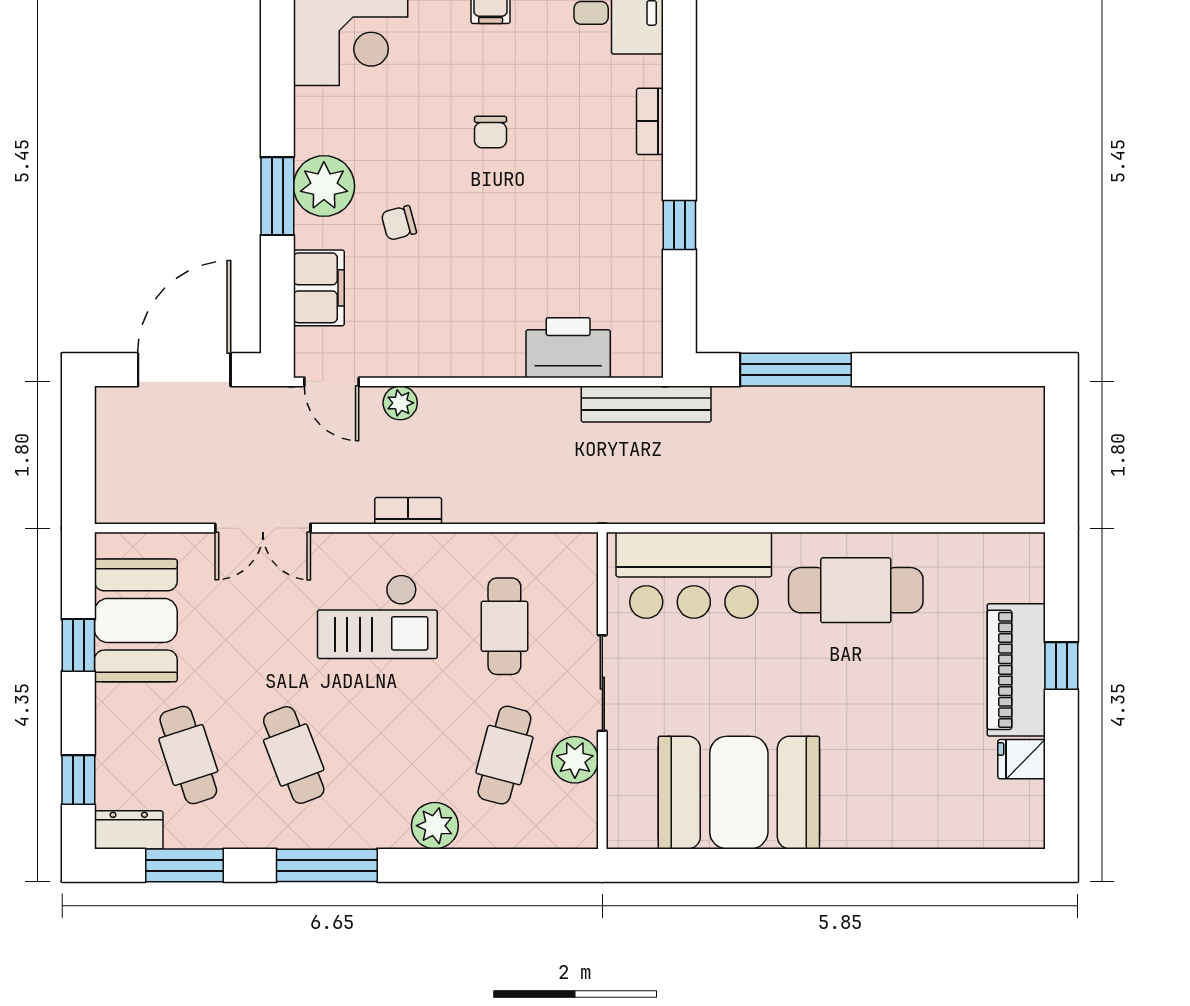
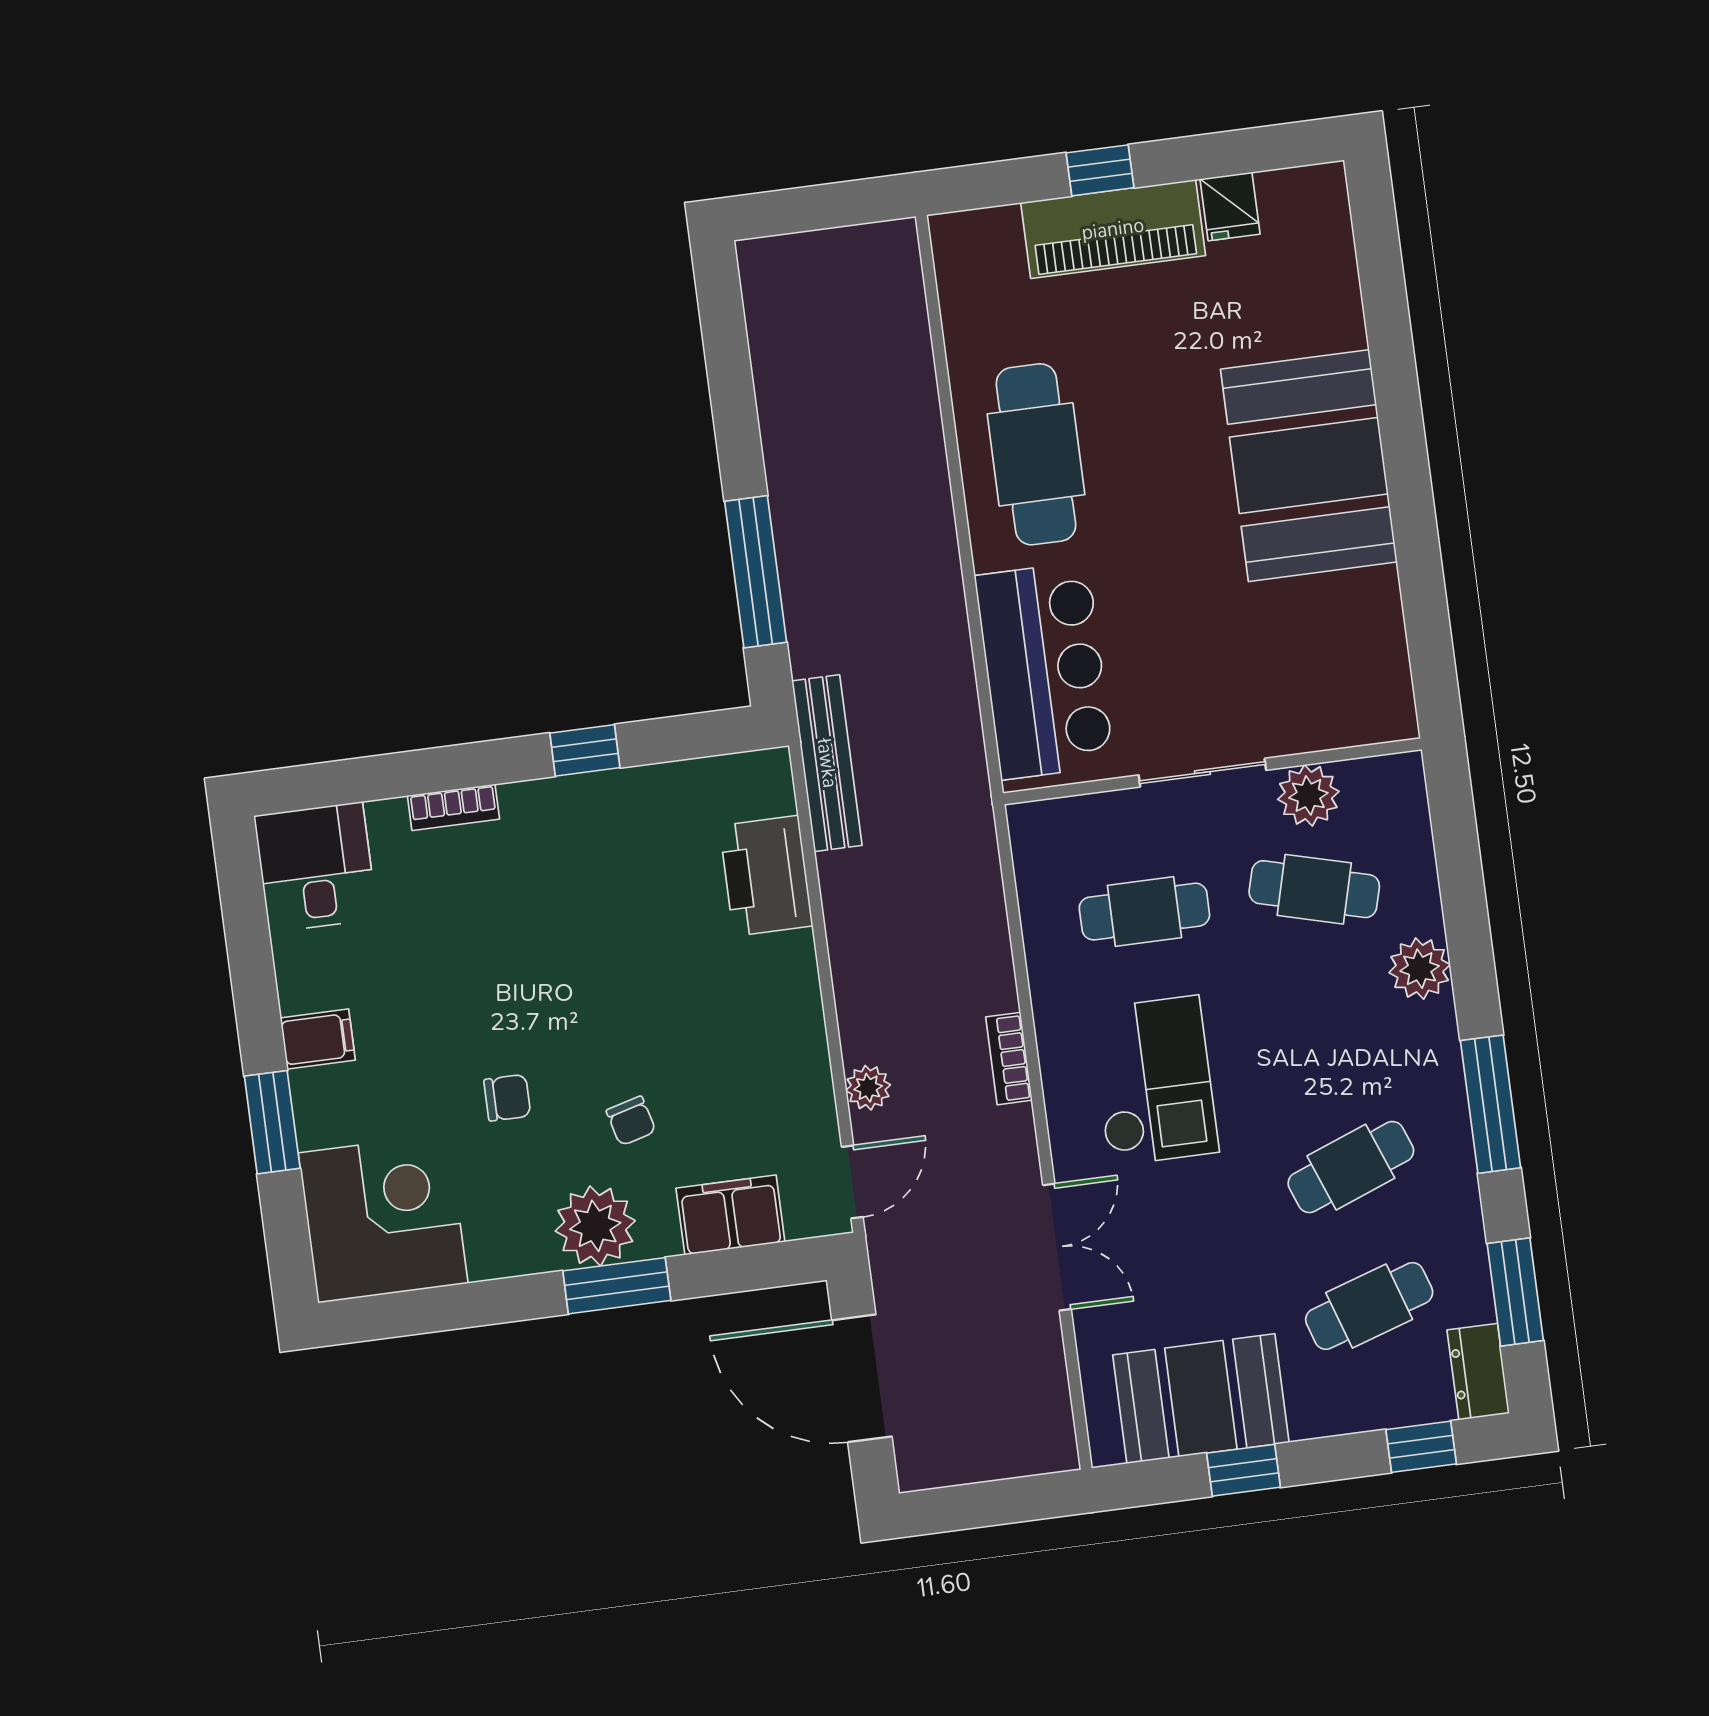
chair: (490, 132) -> (507, 1098), moved
booth: (739, 793) -> (1309, 466), moved

